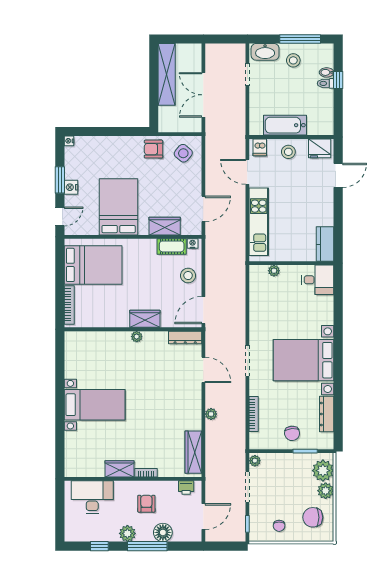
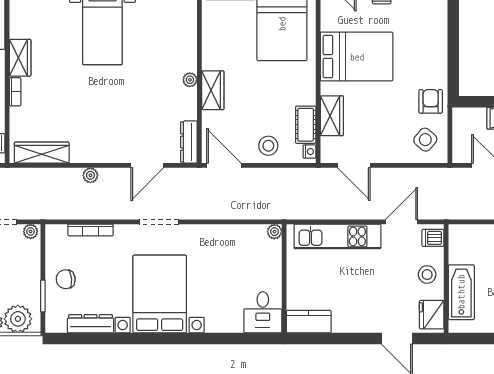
bathtub: (285, 125) -> (461, 292), moved
plant: (274, 271) -> (274, 232), moved

